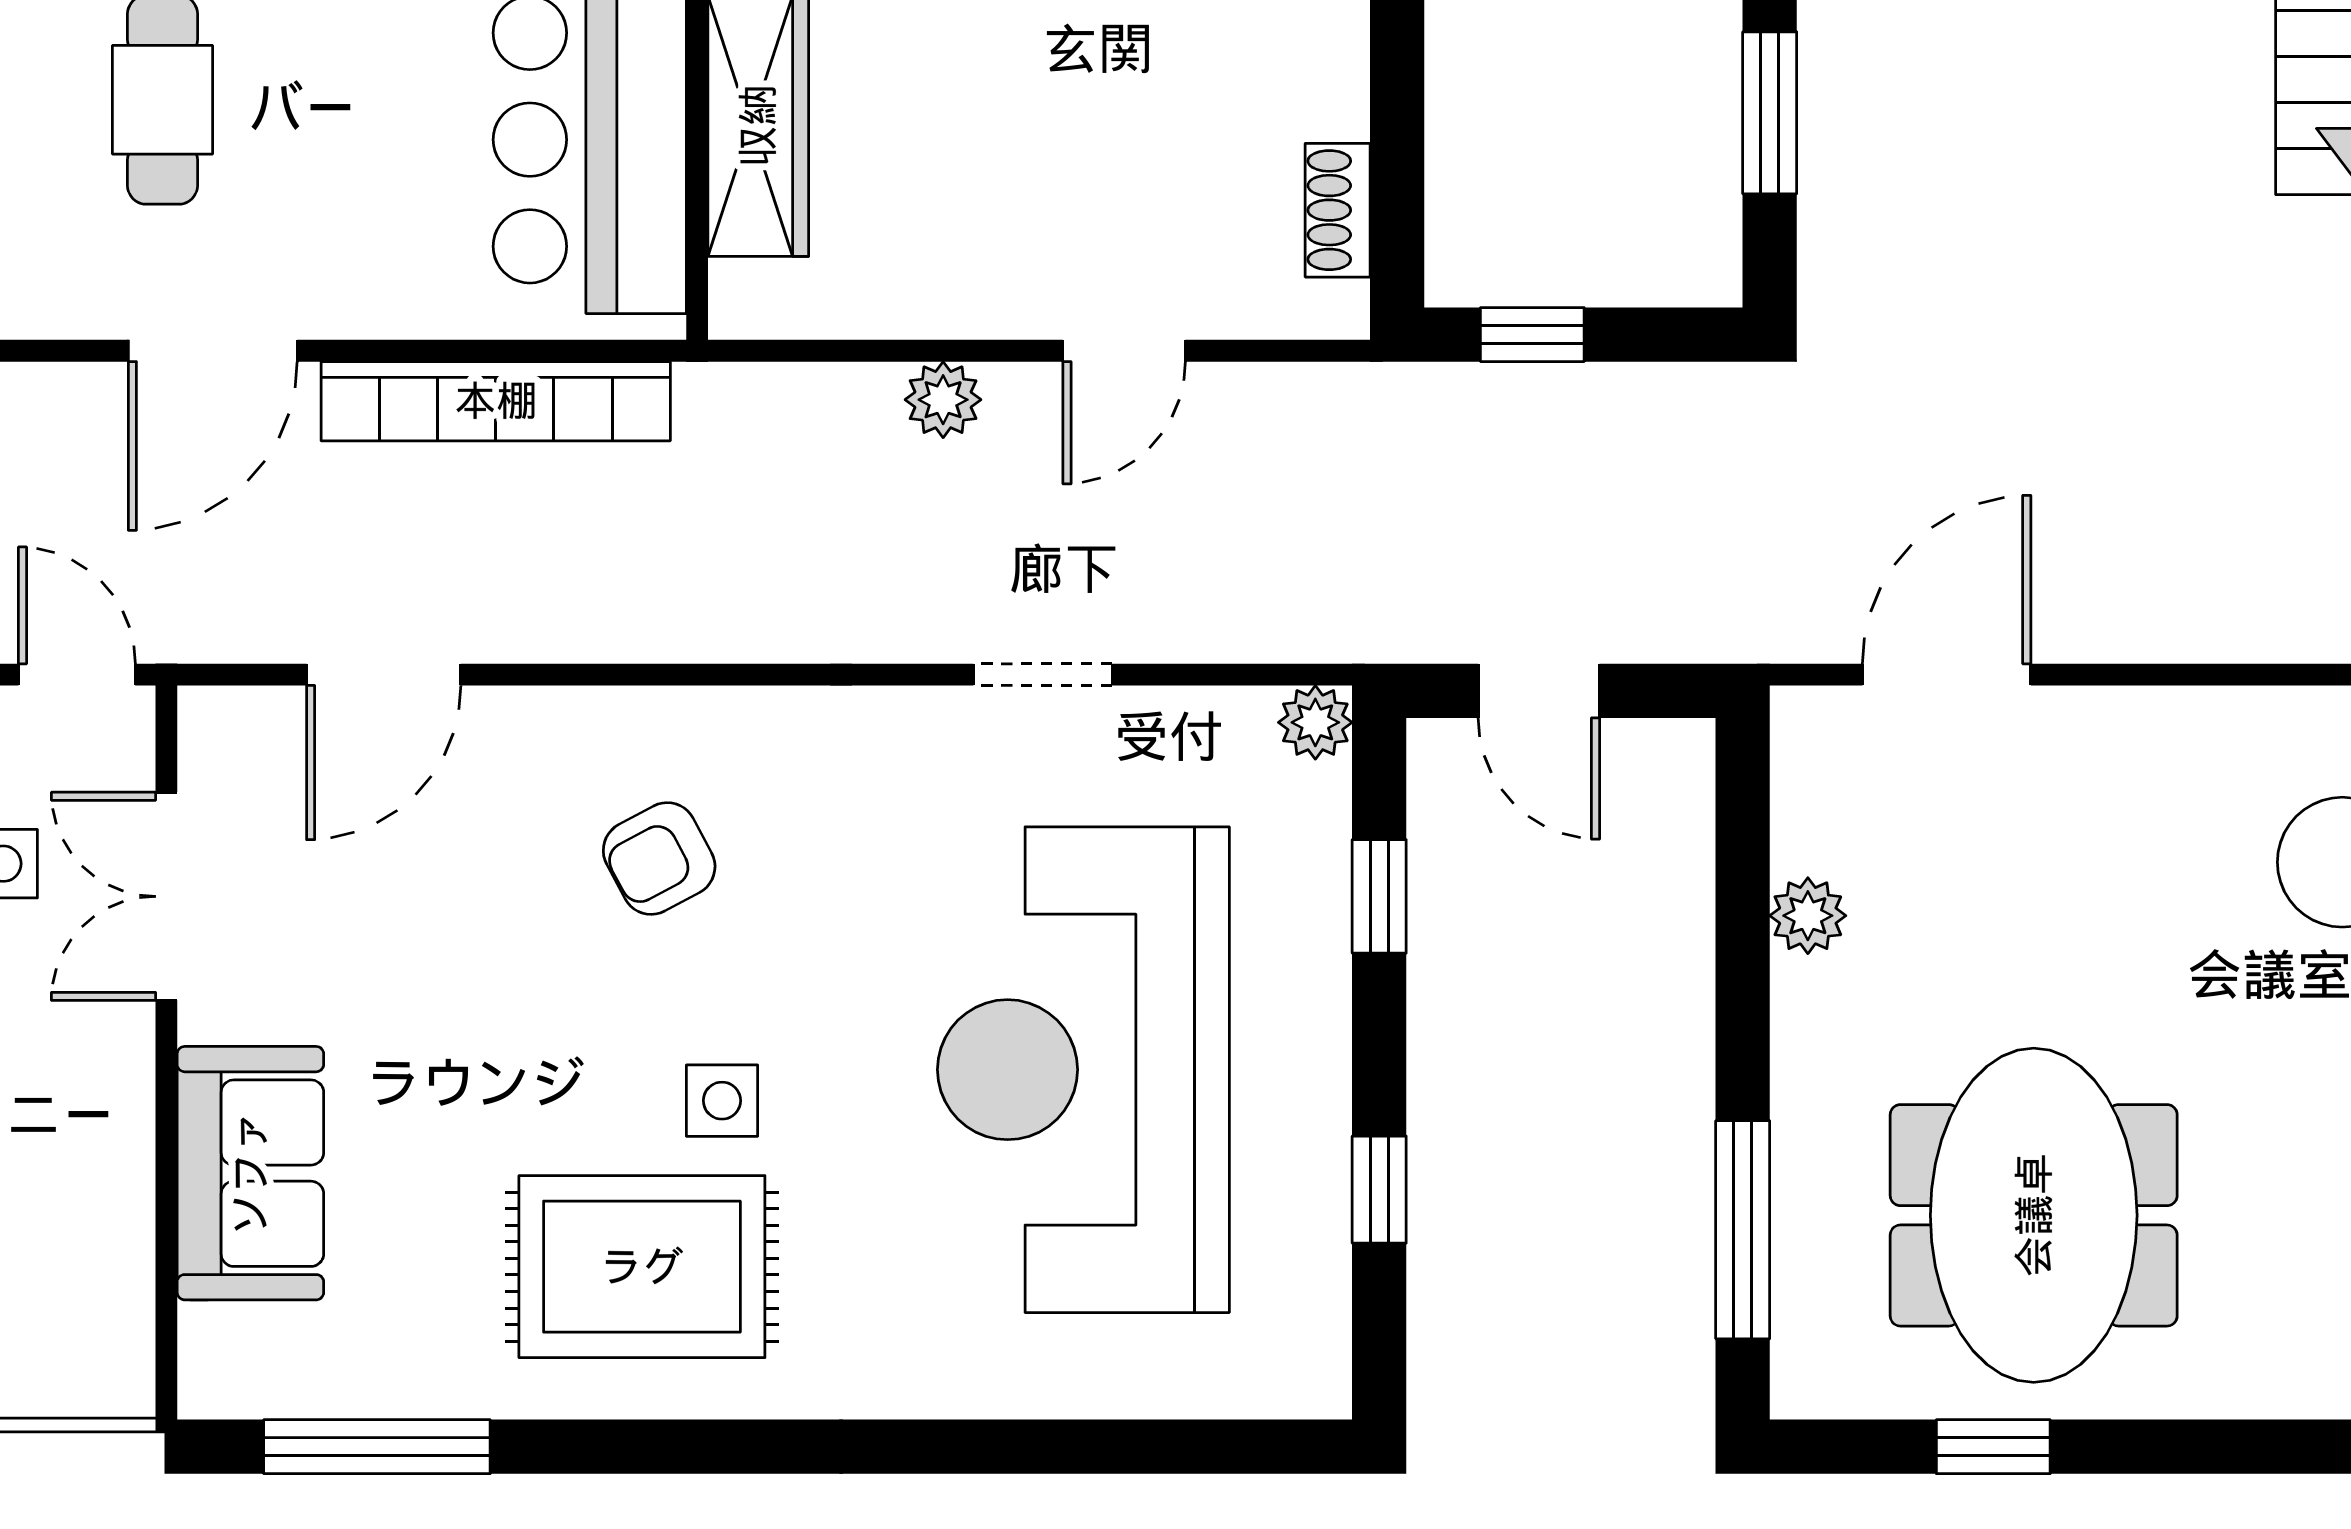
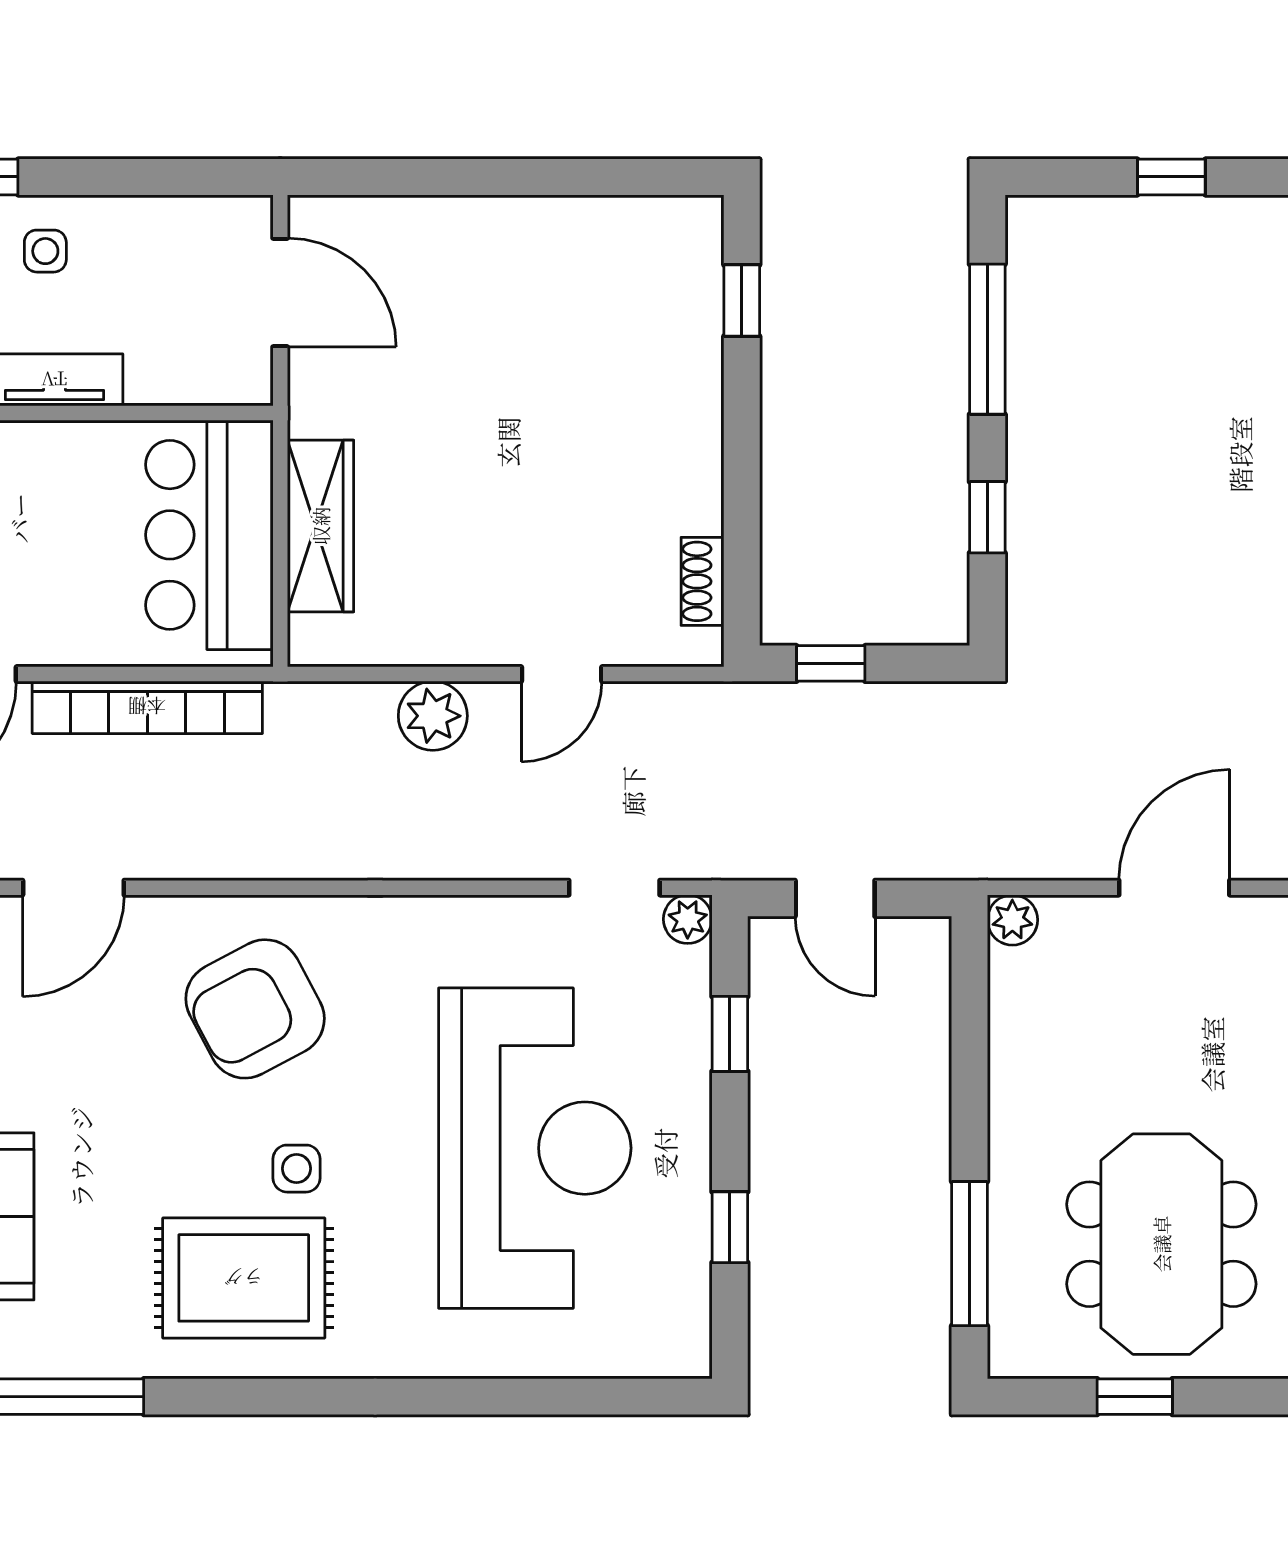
window: (1770, 113) -> (987, 517), width x0.67
plant: (943, 400) -> (433, 716), width x1.38, depth x1.38
doorway: (1043, 675) -> (614, 888), moved
door: (1947, 675) -> (1174, 888), moved
armchair: (659, 859) -> (255, 1009), width x1.88, depth x1.88
plant: (1808, 916) -> (1012, 920), moved
reception desk: (1083, 1070) -> (535, 1148), turned 180

